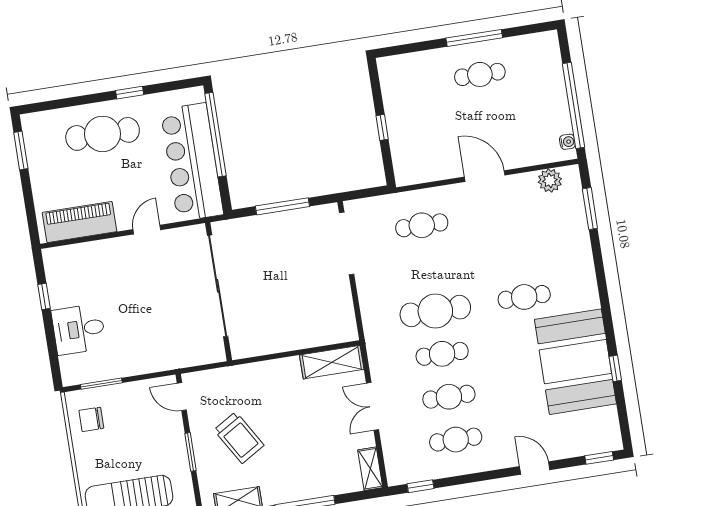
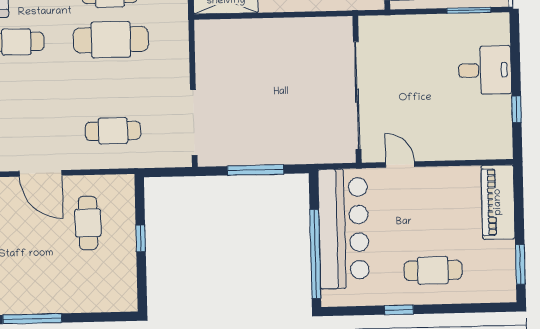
cafe table: (480, 74) -> (88, 223), moved, turned 90
cafe table: (103, 134) -> (433, 270), width x0.73, depth x0.74
piano: (80, 222) -> (498, 202), moved, turned 90
door: (147, 230) -> (400, 165), swing flipped
sliding door: (218, 286) -> (357, 96), moved
wall: (219, 292) -> (357, 89), moved

